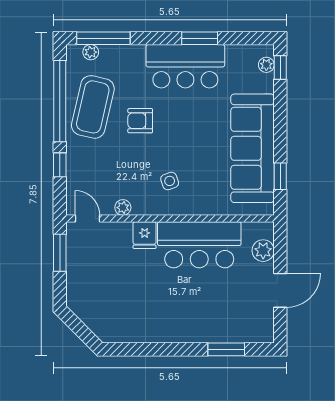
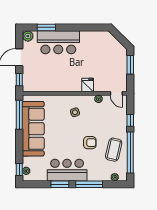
window: (103, 38) -> (89, 184), moved
coffee table: (93, 107) -> (114, 150), width x0.73, depth x0.76
window: (280, 176) -> (19, 115), width x2.17
bar counter: (199, 245) -> (58, 42), moved, turned 180
window: (280, 246) -> (19, 80), added
plant: (263, 251) -> (28, 36), moved
window: (60, 253) -> (130, 65), moved

